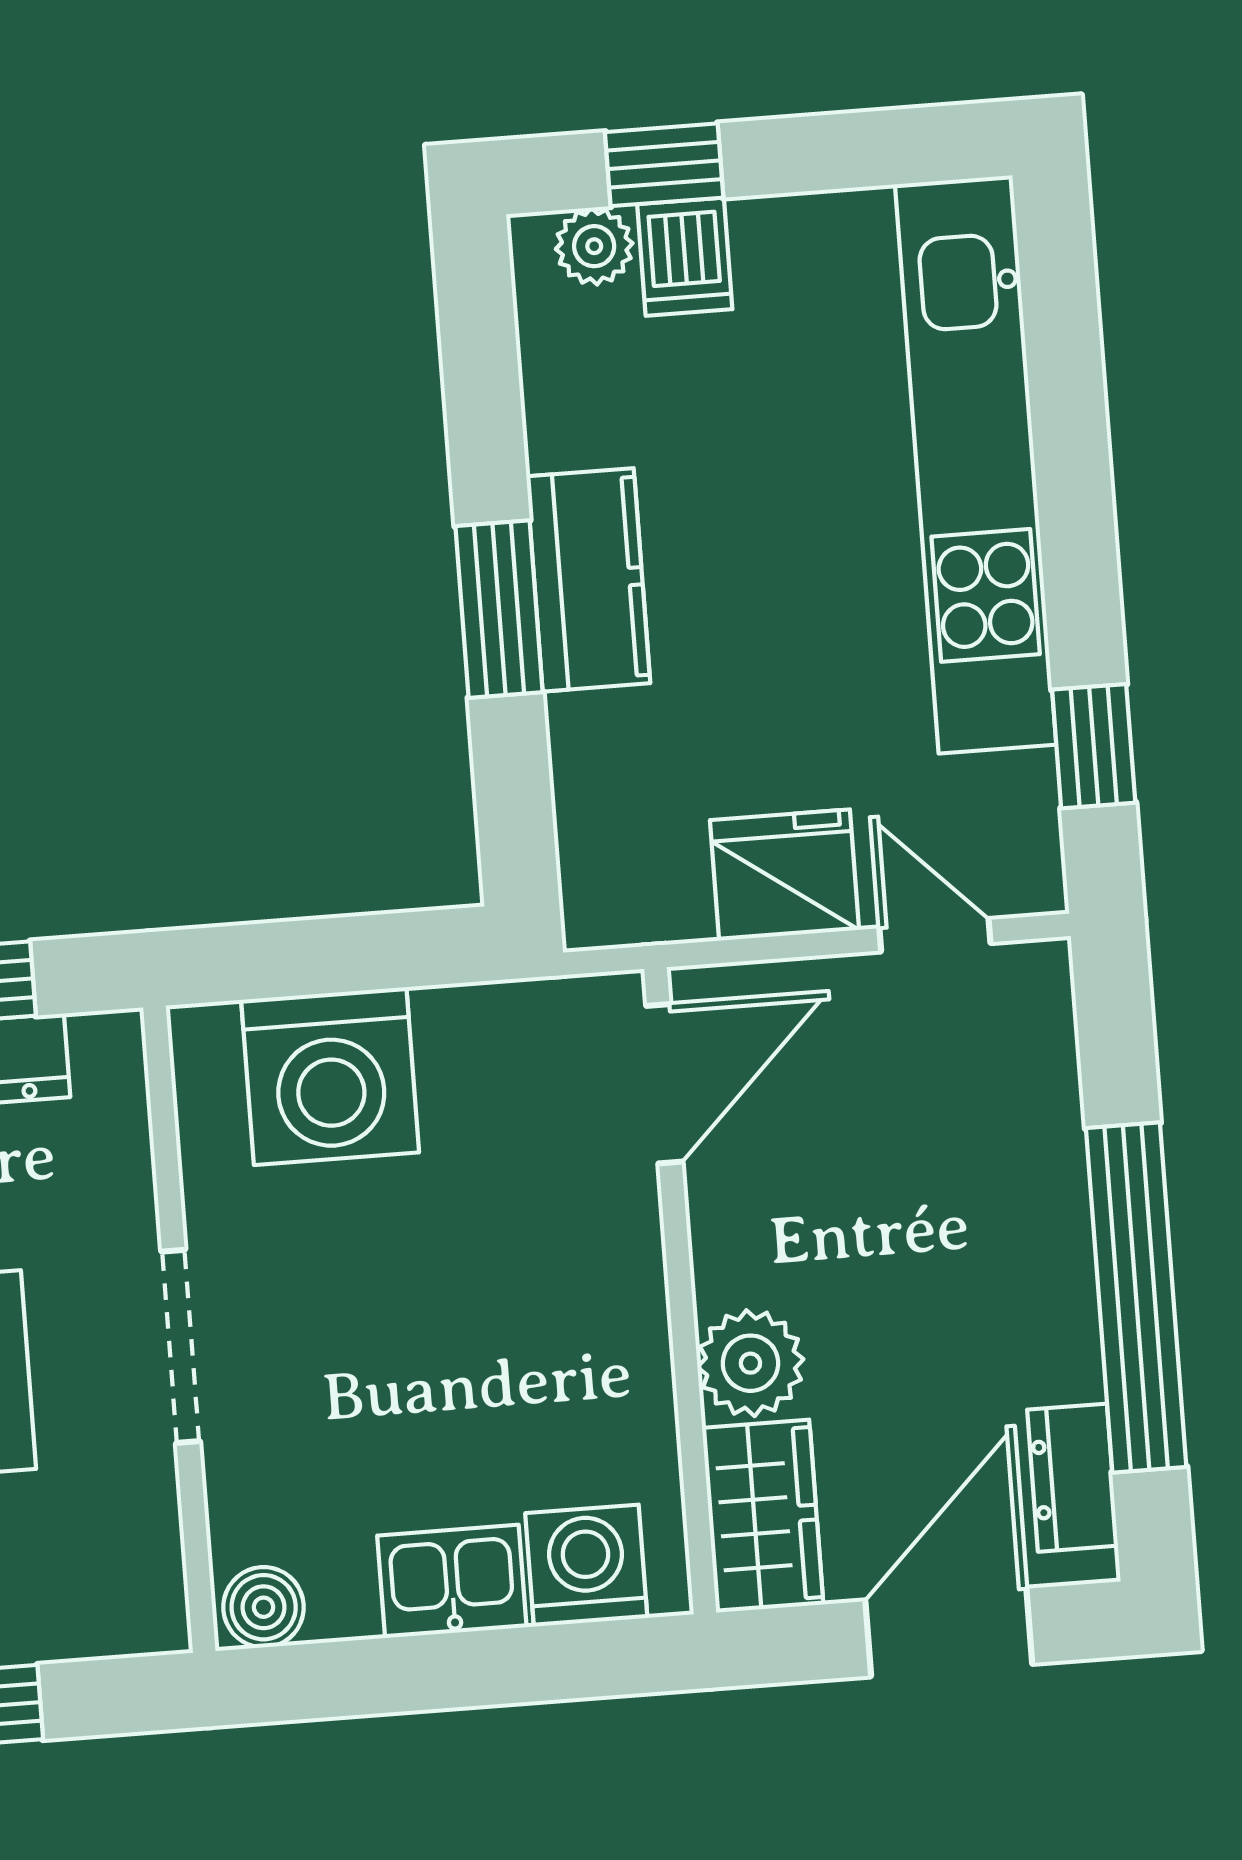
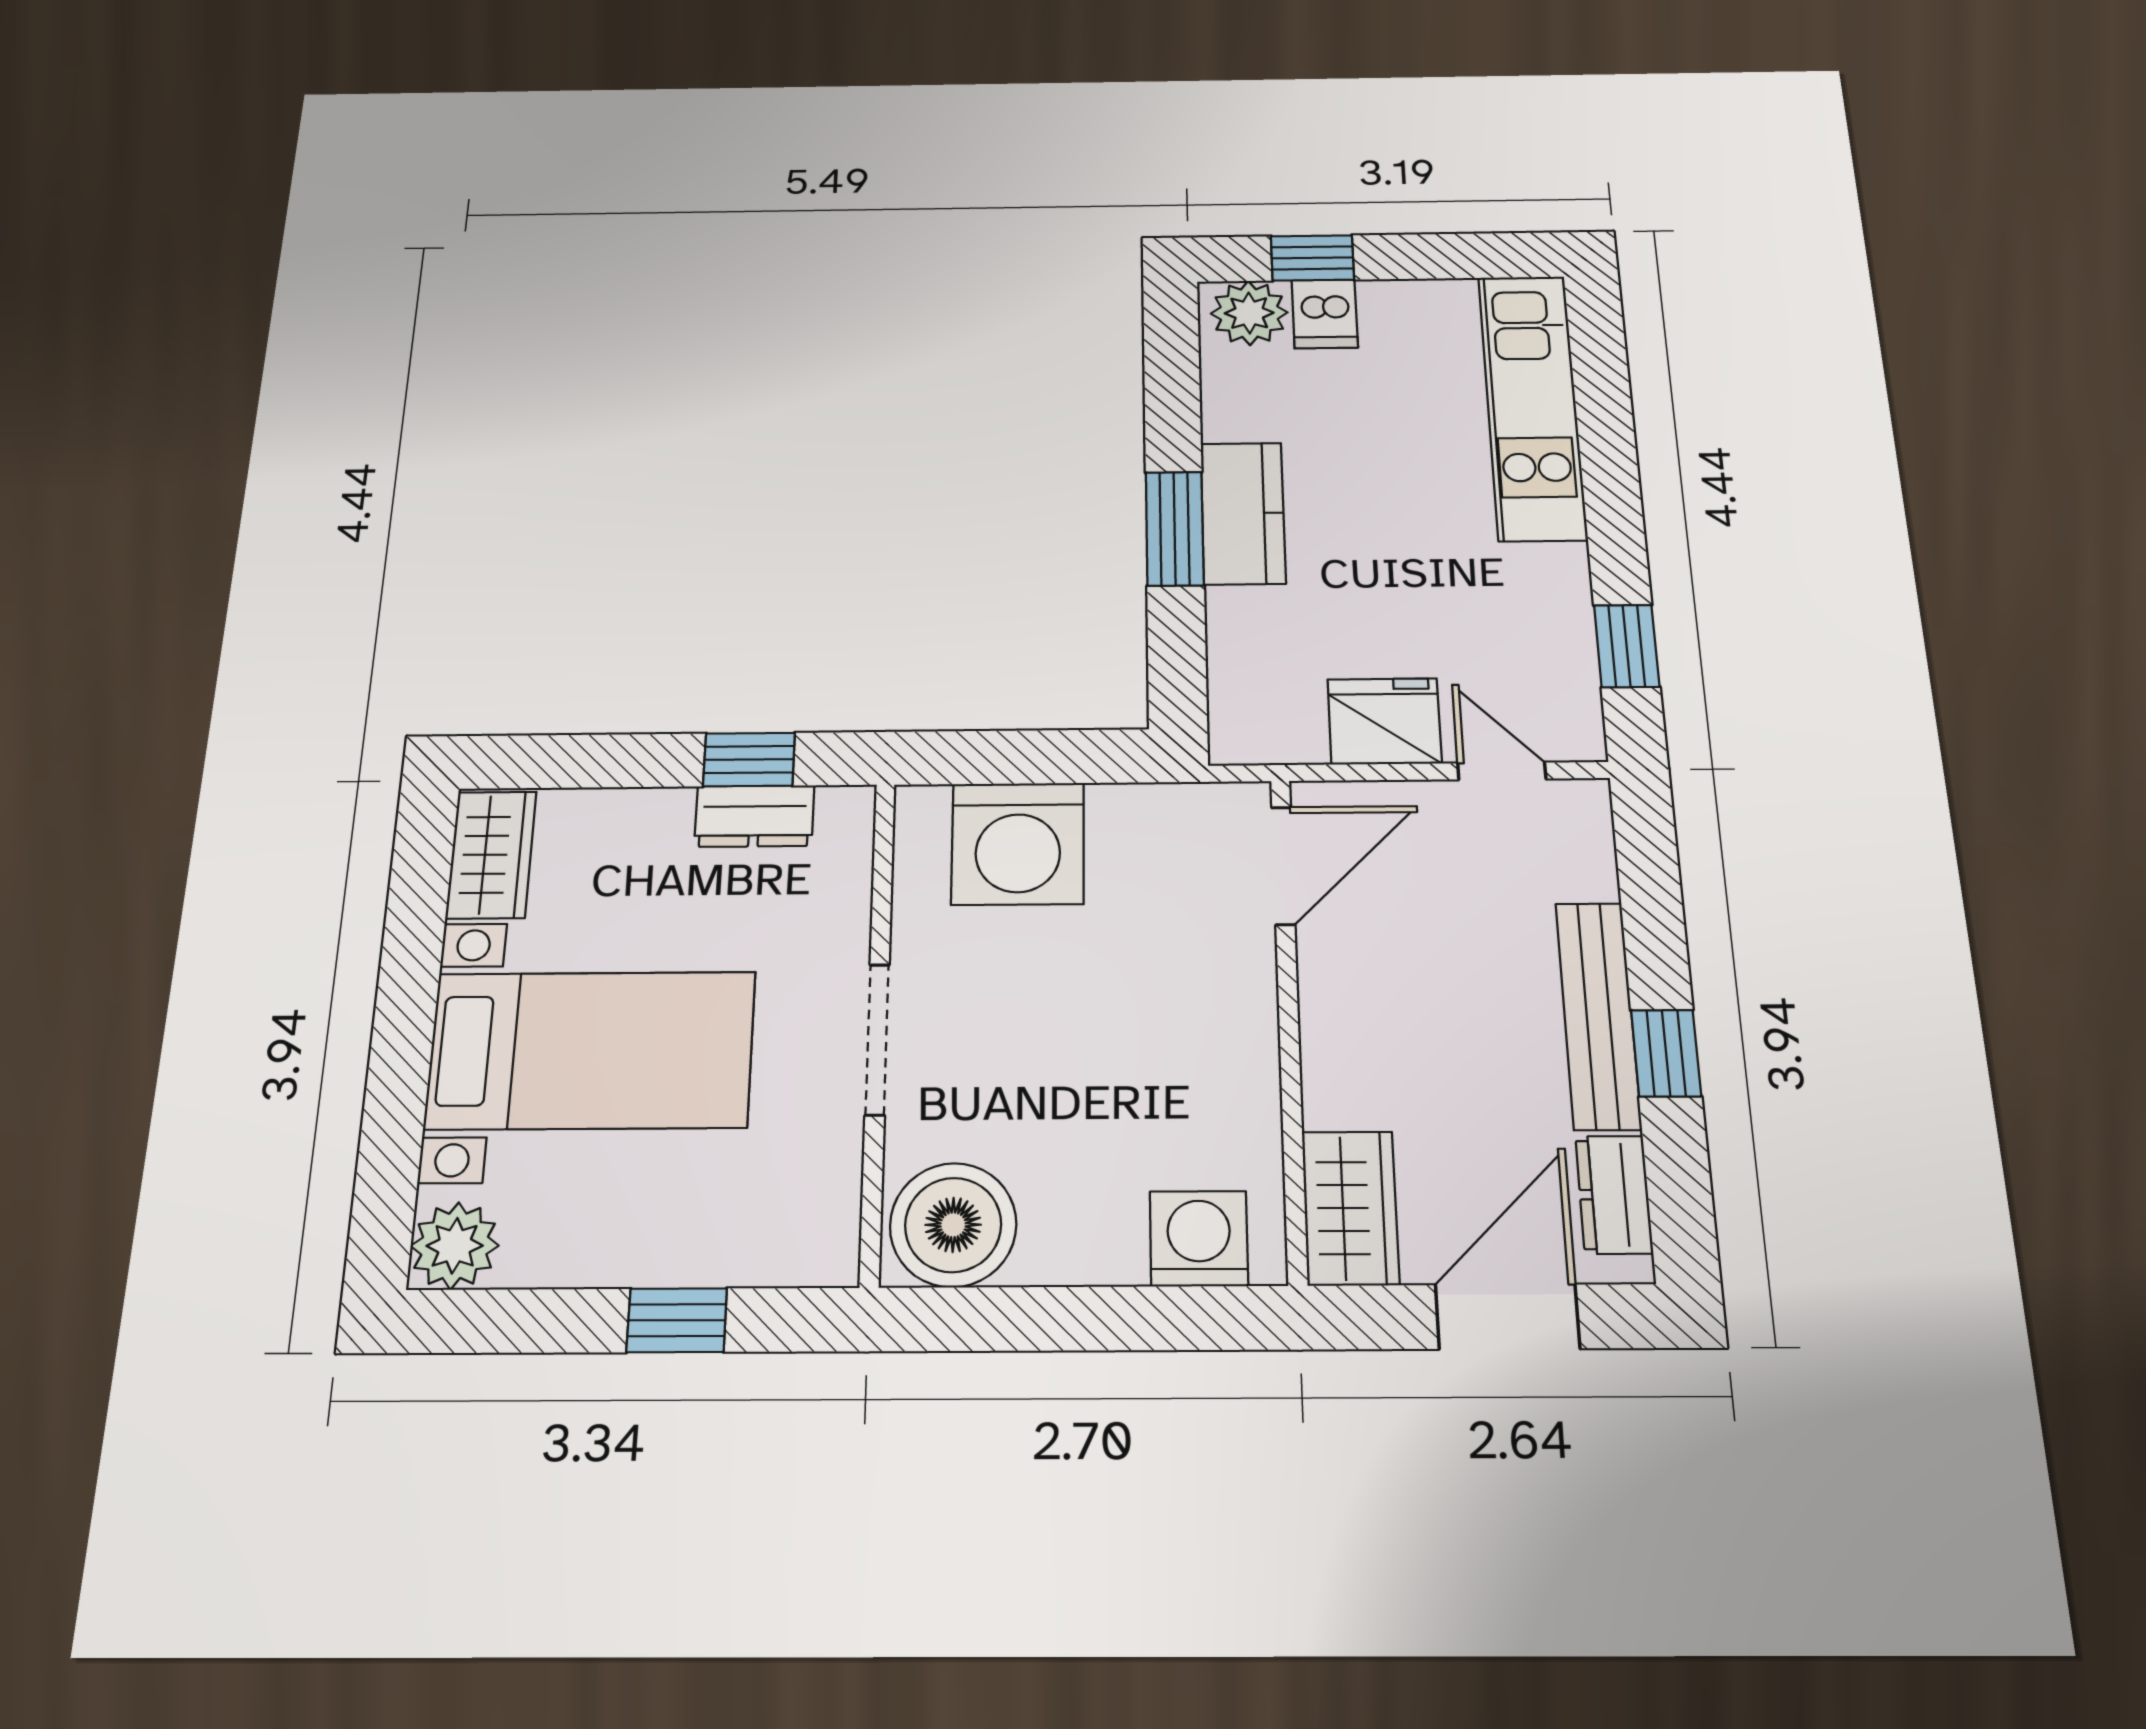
plant: (594, 246) -> (1249, 313), width x1.38, depth x1.38
kitchen unit: (976, 464) -> (1532, 406), width x0.73
bench: (1055, 1254) -> (1598, 1015), added
window: (1136, 1298) -> (1666, 1053), width x0.32
plant: (750, 1363) -> (1344, 1084), removed
kitchen sink: (452, 1581) -> (1084, 1244), removed
boiler: (264, 1607) -> (953, 1225), width x1.86, depth x1.86

